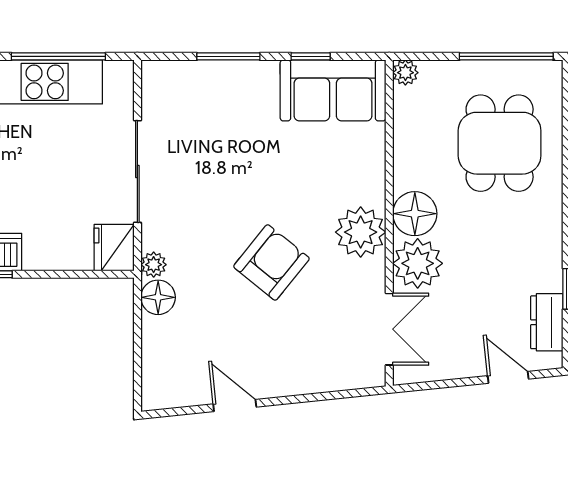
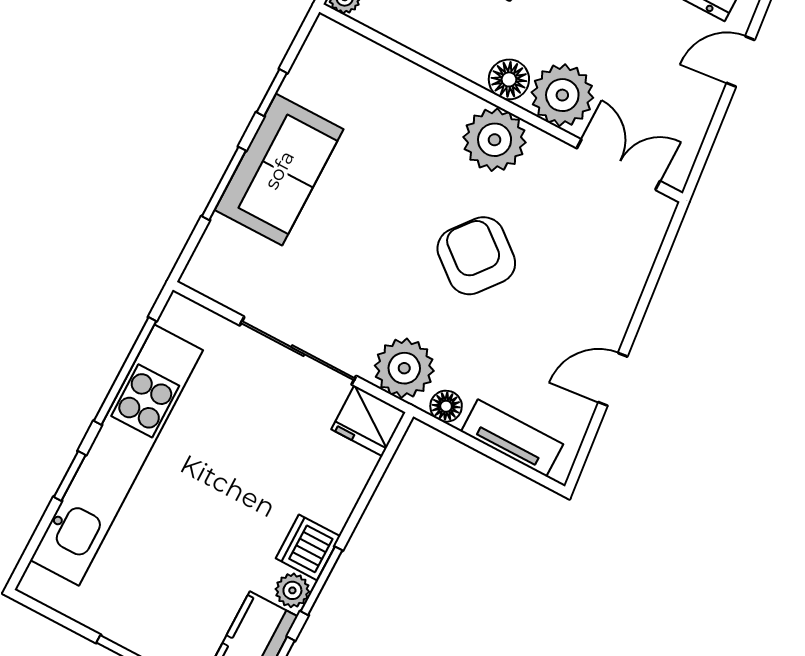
sofa: (333, 90) -> (279, 170), moved
floor lamp: (415, 214) -> (509, 79), width x0.73, depth x0.73
plant: (154, 265) -> (404, 368), width x1.87, depth x1.87
floor lamp: (158, 297) -> (446, 406), width x0.73, depth x0.73
tv unit: (156, 356) -> (512, 438), added

